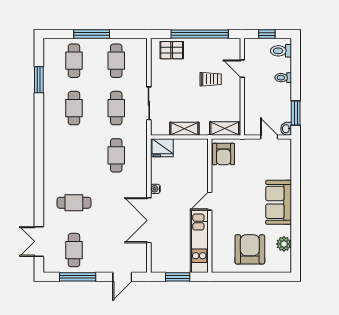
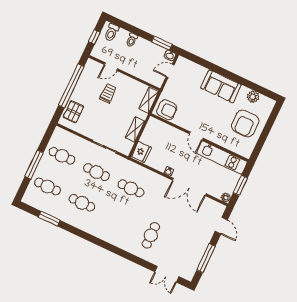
armchair: (250, 249) -> (245, 123), turned -90
cafe table: (74, 250) -> (185, 252), removed
plant: (156, 267) -> (226, 198), added

